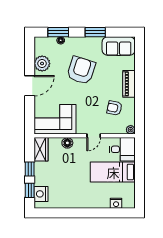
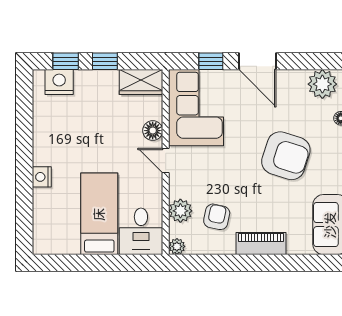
plant: (42, 64) -> (322, 84), moved
window: (30, 111) -> (211, 61), added
plant: (111, 128) -> (180, 211), added
door: (94, 136) -> (166, 160), moved
nightstand: (116, 203) -> (42, 177), moved

